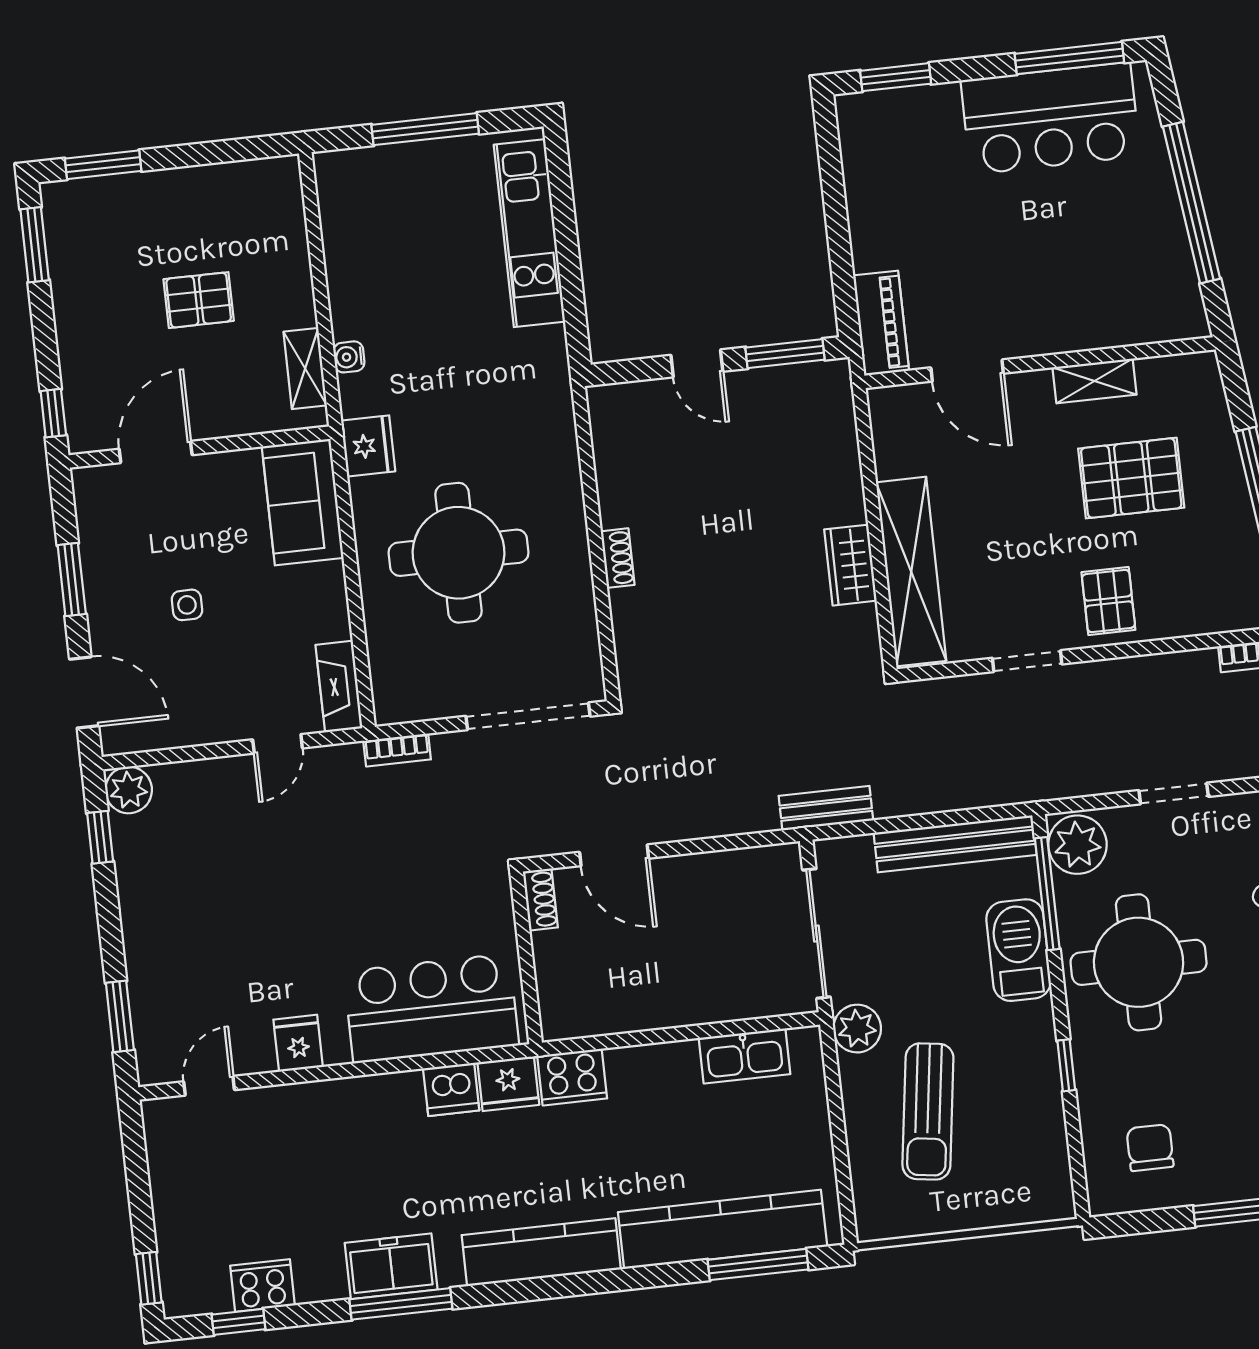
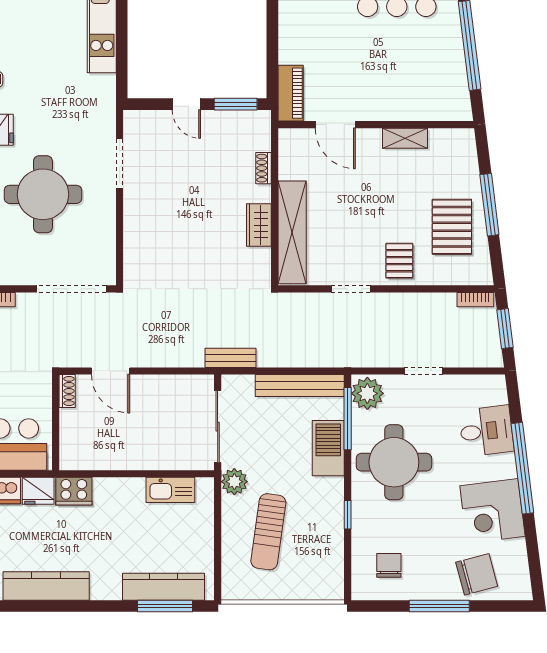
pallet: (1131, 478) -> (452, 227), moved, turned 90
doorway: (589, 483) -> (120, 164), added
shoe rack: (618, 558) -> (264, 168), moved, turned 180
kitchen counter: (723, 1229) -> (164, 587), width x0.72, depth x0.86

